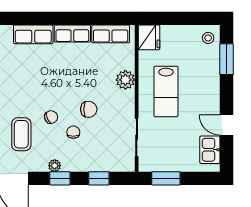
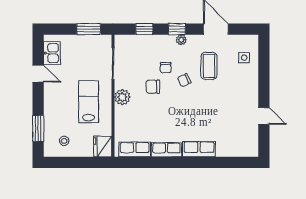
stool: (208, 38) -> (64, 141), moved
plant: (125, 80) -> (122, 97), moved

